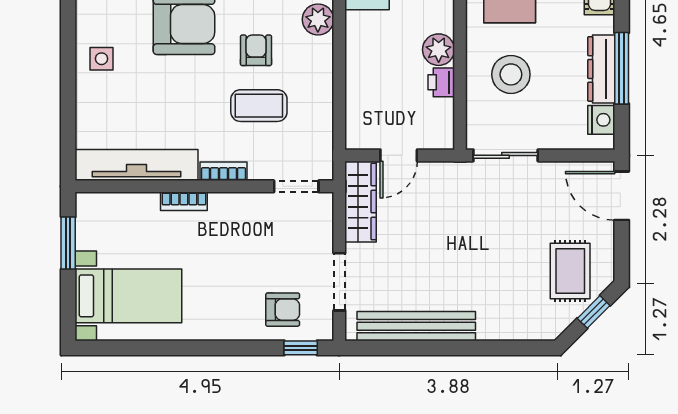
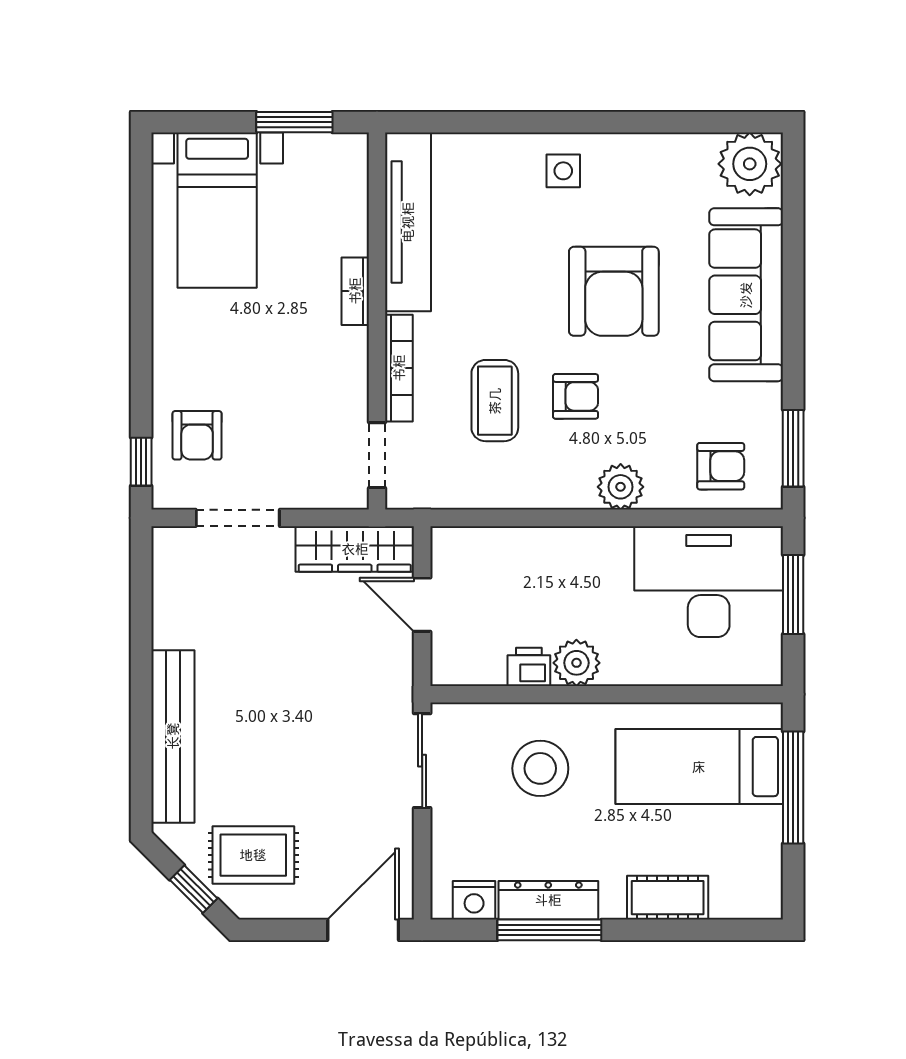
bookcase: (223, 171) -> (399, 368), width x1.56
bench: (416, 326) -> (173, 736), moved

